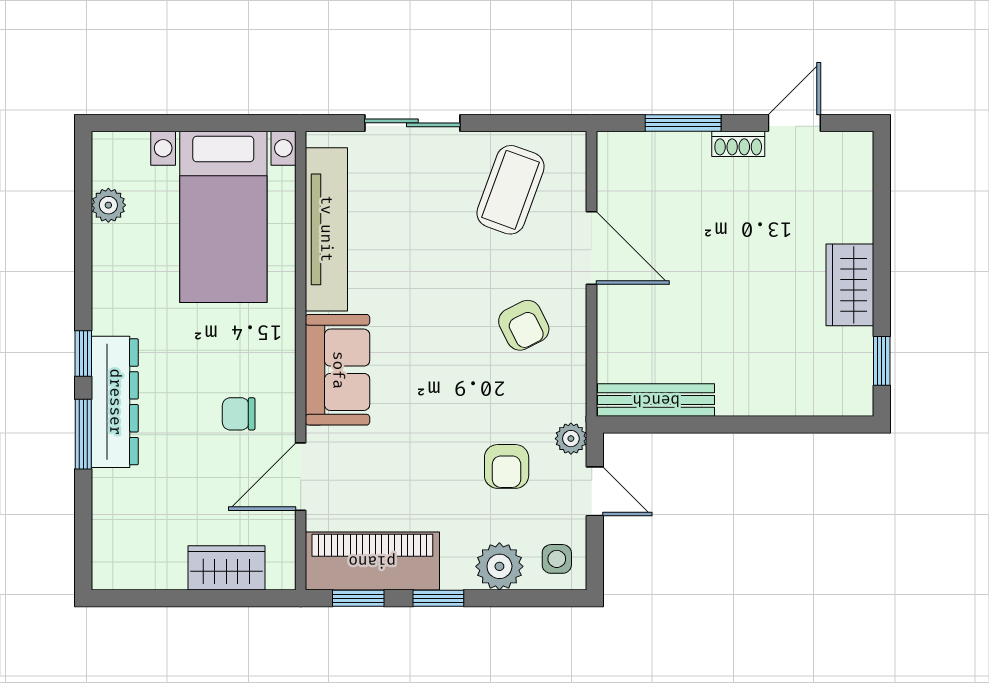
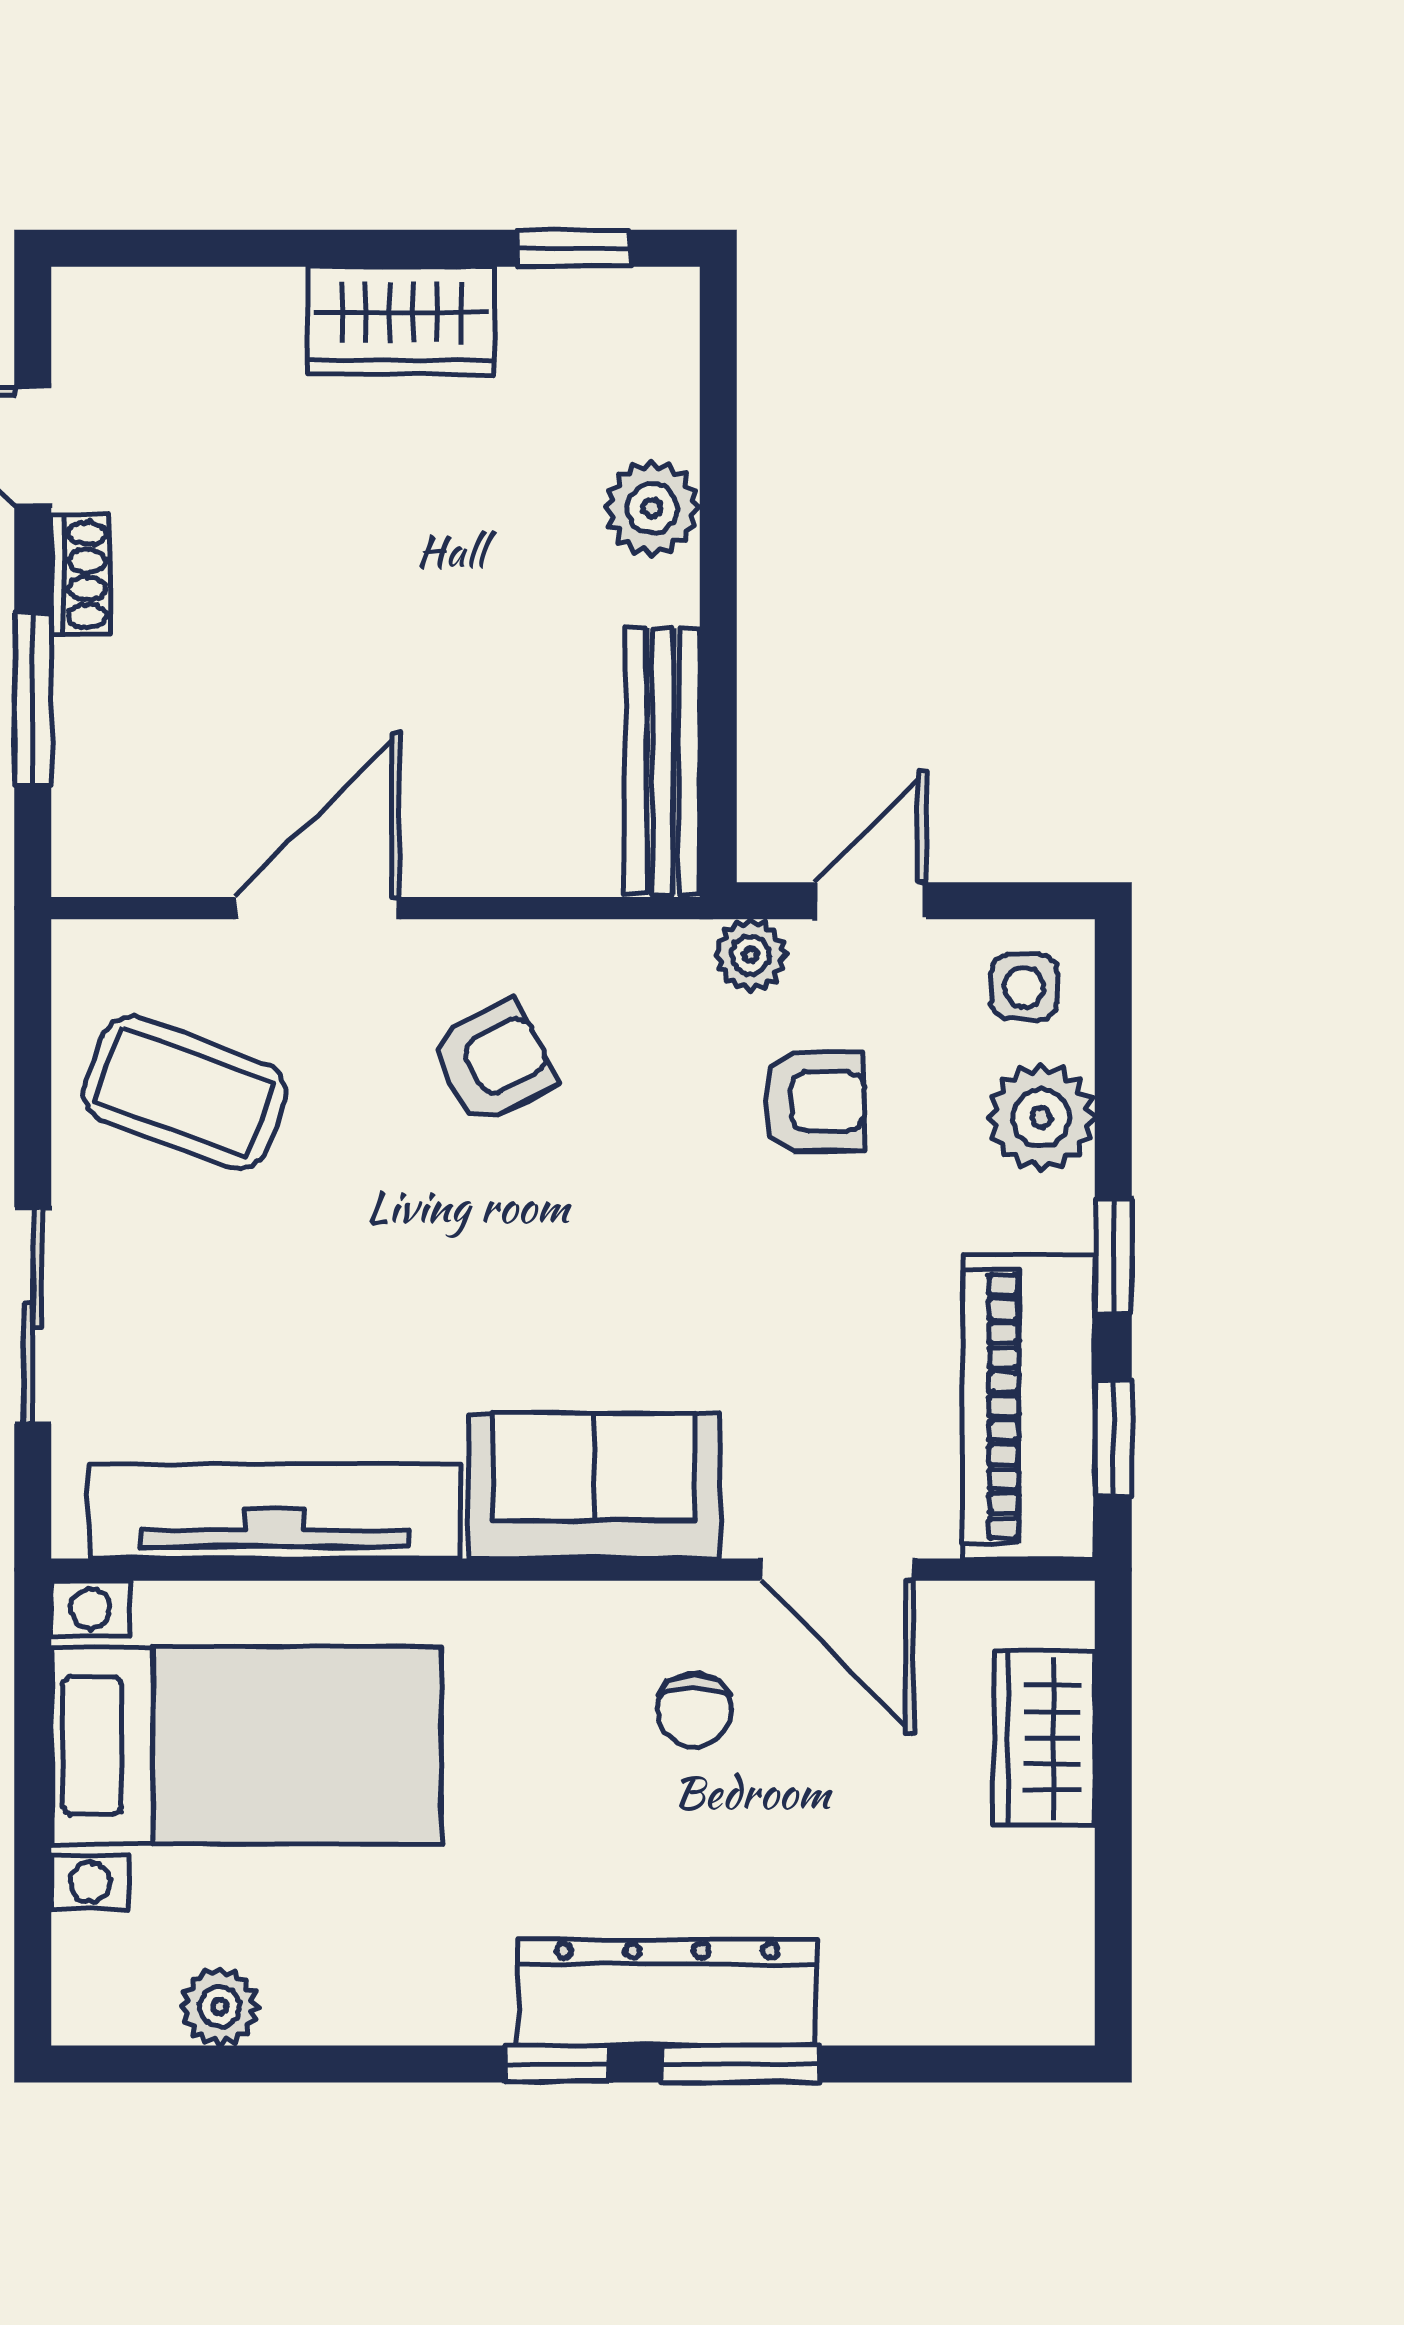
plant: (767, 395) -> (652, 508), added

